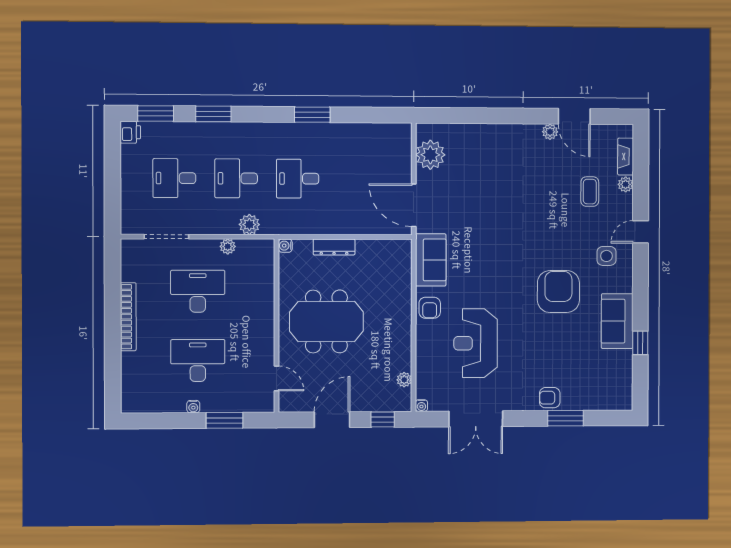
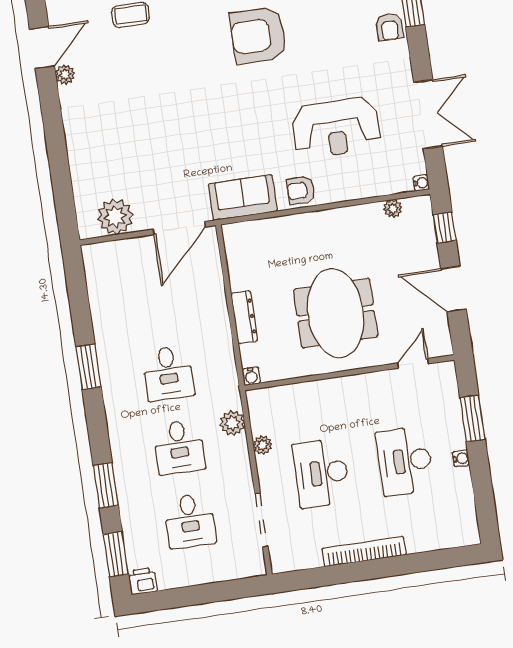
armchair: (430, 308) -> (301, 190), turned 180

